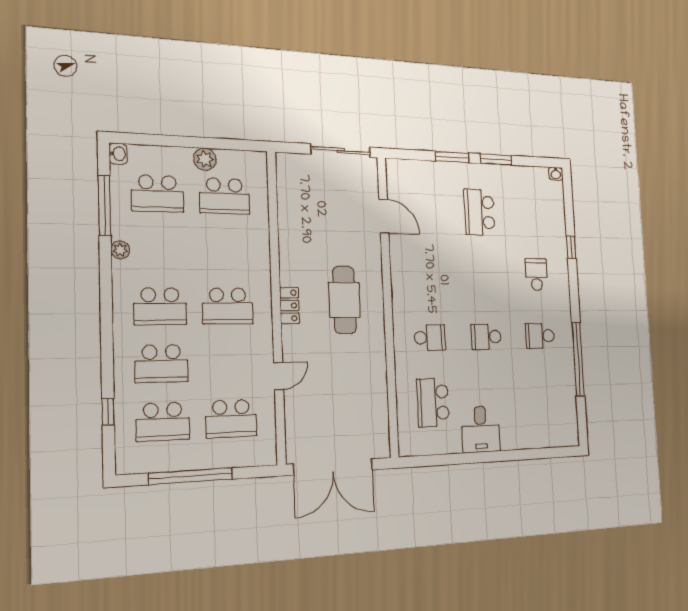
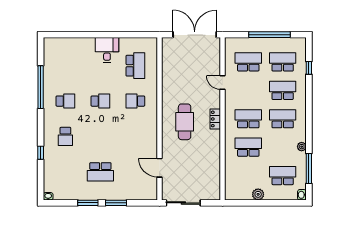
school desk: (225, 196) -> (248, 147), moved
school desk: (479, 212) -> (100, 172), turned 90
door: (279, 376) -> (223, 82), hinge flipped

